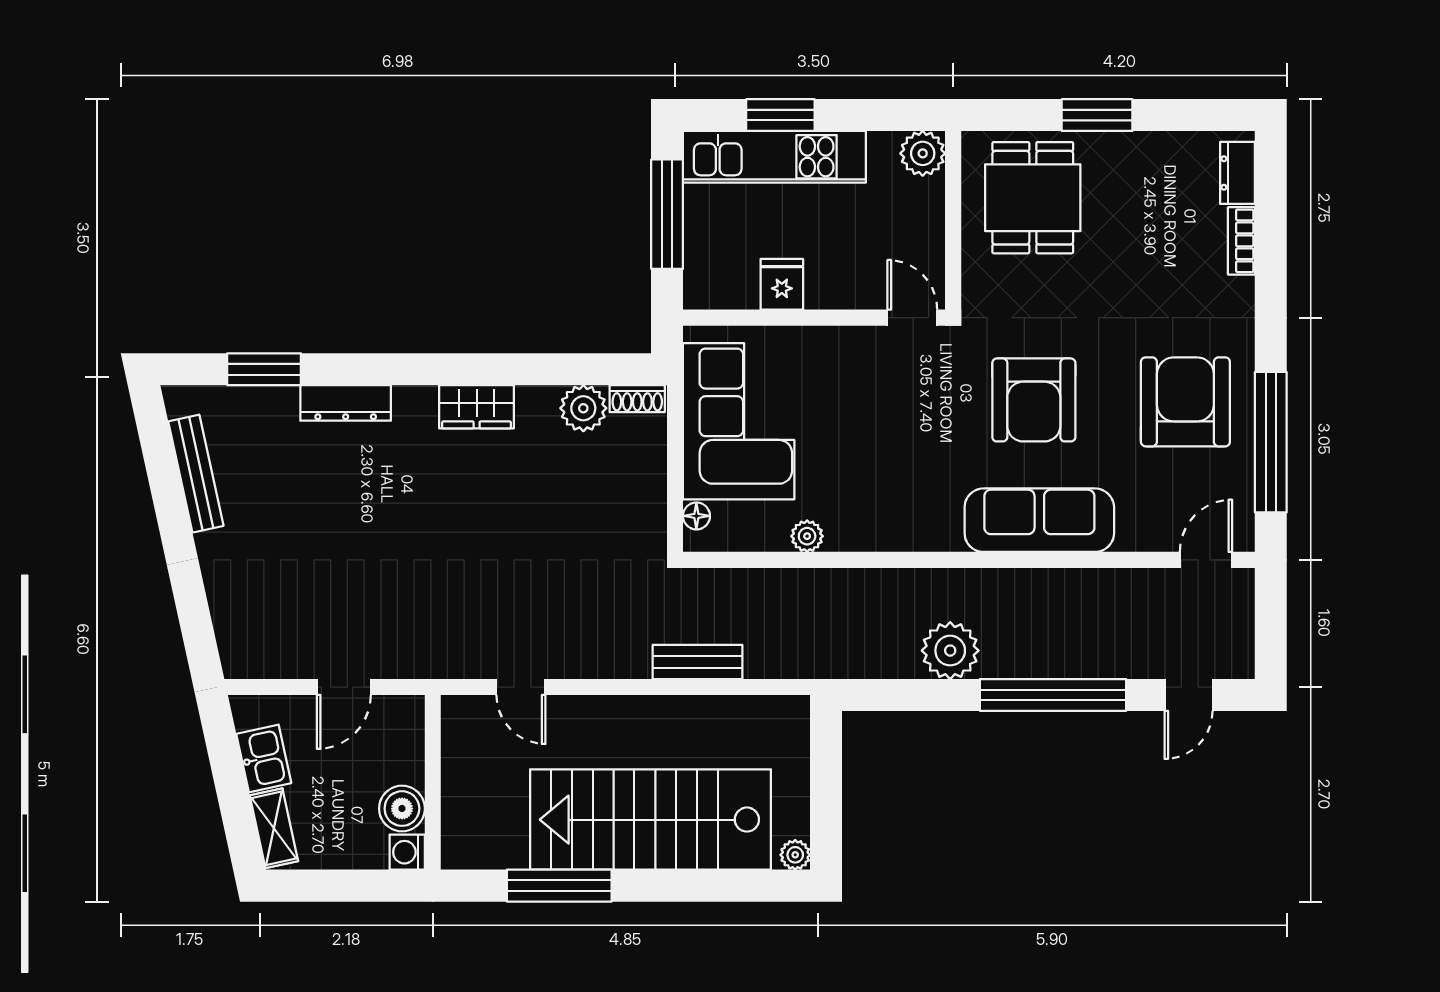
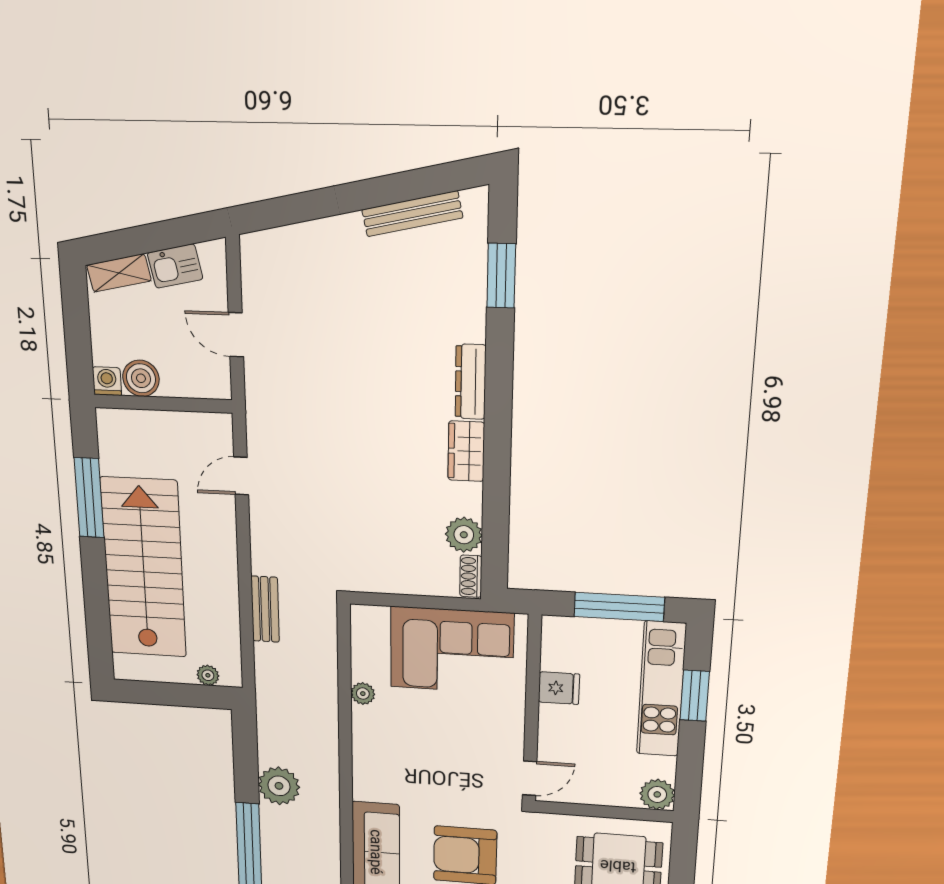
dresser: (346, 403) -> (471, 382), moved
floor lamp: (696, 516) -> (378, 615), removed
plant: (795, 855) -> (208, 675), moved

